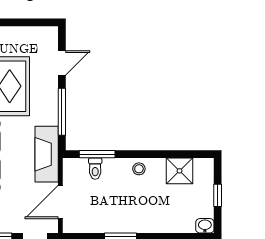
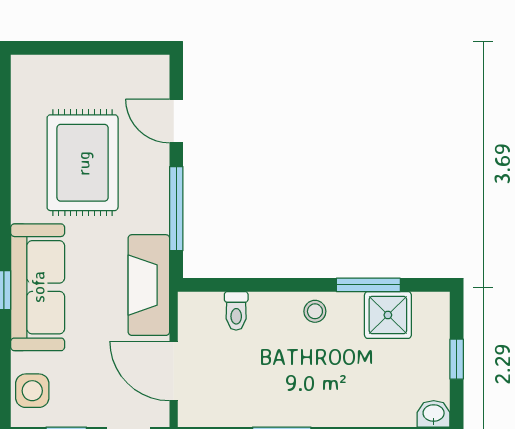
door: (62, 63) -> (176, 121), swing flipped
window: (97, 154) -> (368, 285), moved
door: (60, 202) -> (174, 371), hinge flipped

